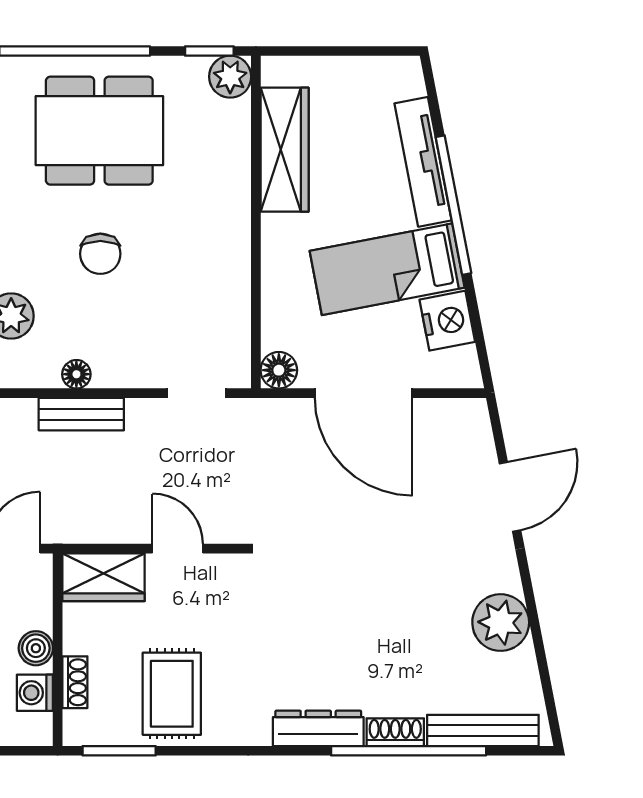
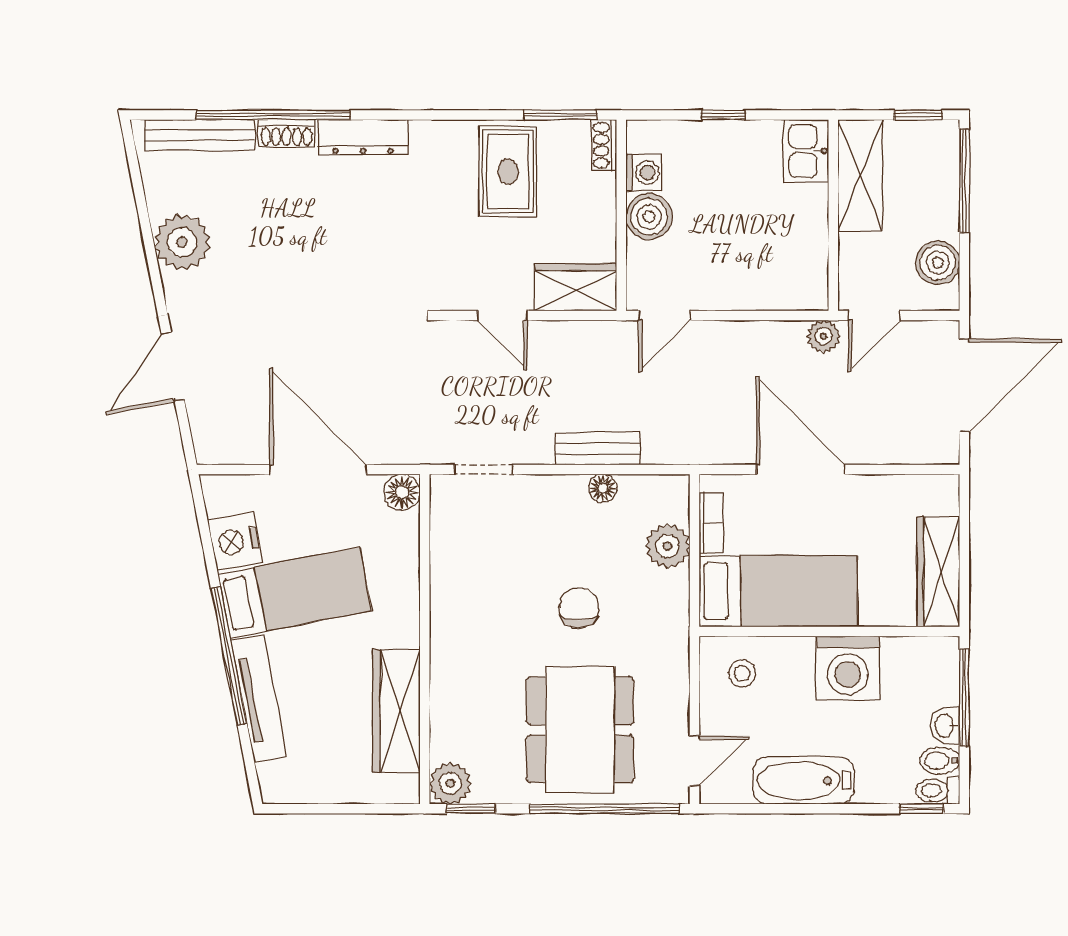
dining table: (99, 131) -> (580, 730), turned 90
boiler: (36, 648) -> (649, 217), width x1.36, depth x1.36
shoe rack: (75, 682) -> (604, 145), moved

